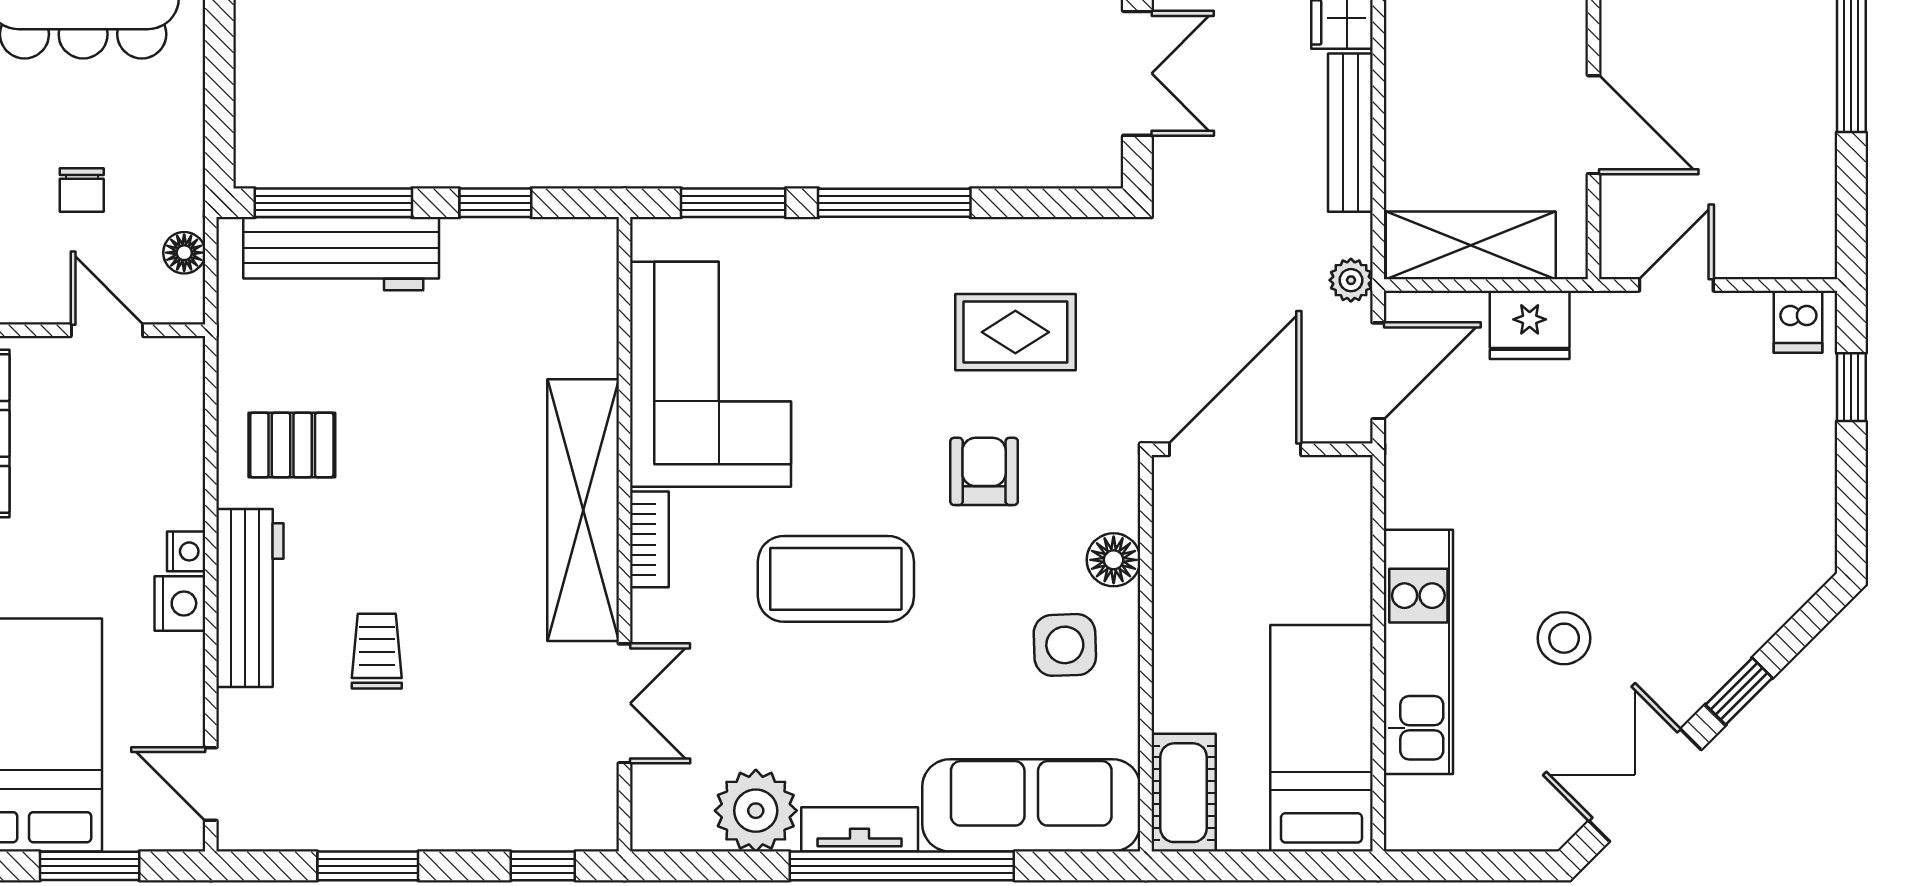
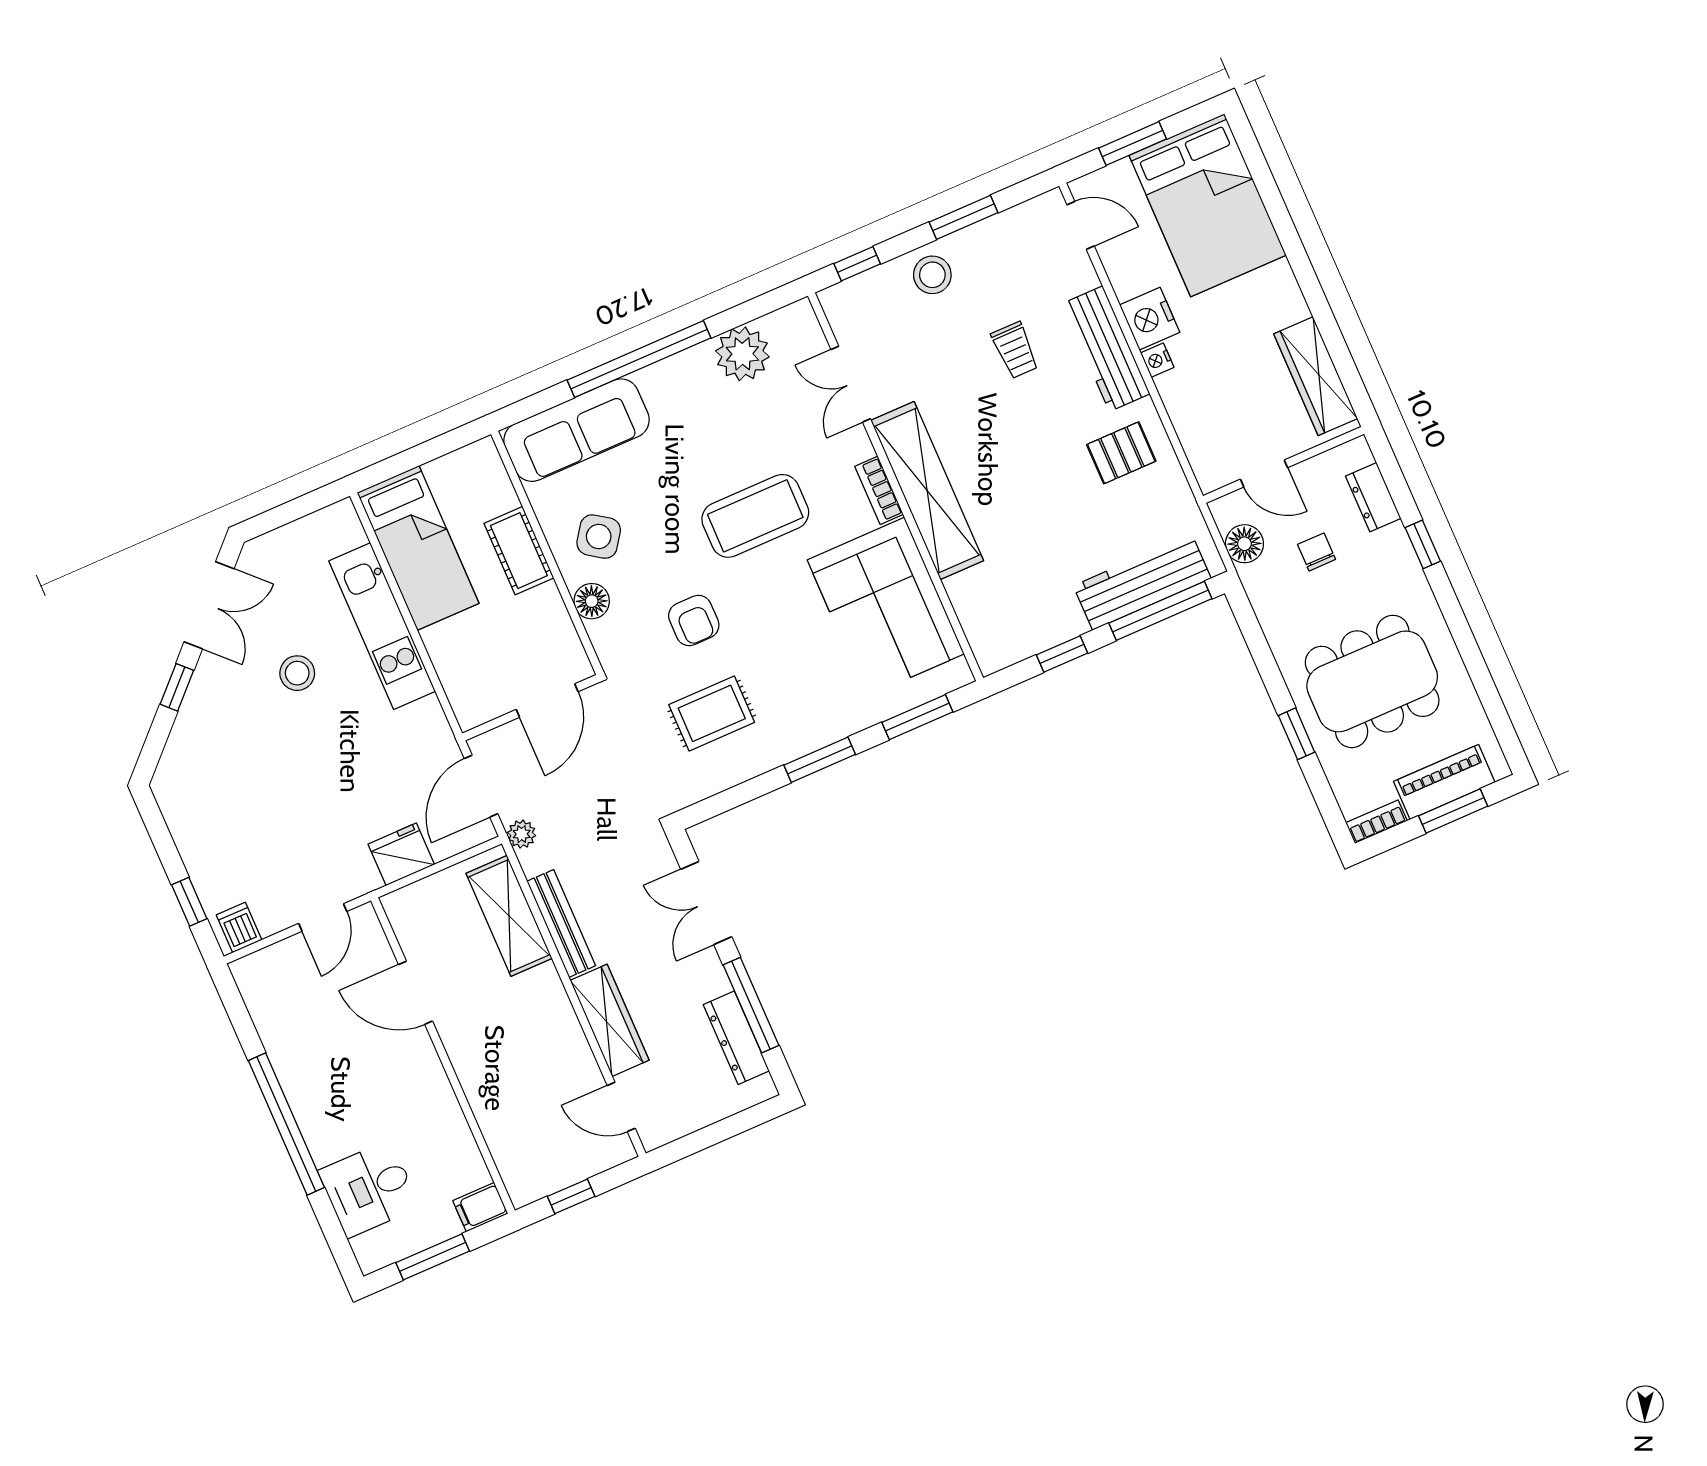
window: (894, 203) -> (820, 760), width x0.69
shelving: (1471, 245) -> (509, 916), moved, turned 90
floor lamp: (184, 253) -> (1244, 544), width x1.37, depth x1.37
door: (1235, 449) -> (547, 701), width x0.73
nightstand: (180, 603) -> (1150, 319), width x1.36, depth x1.33
side table: (1065, 645) -> (599, 537), turned 37
cot: (1184, 793) -> (519, 551), moved
stool: (446, 805) -> (932, 275), added
tv unit: (860, 829) -> (674, 370), removed

